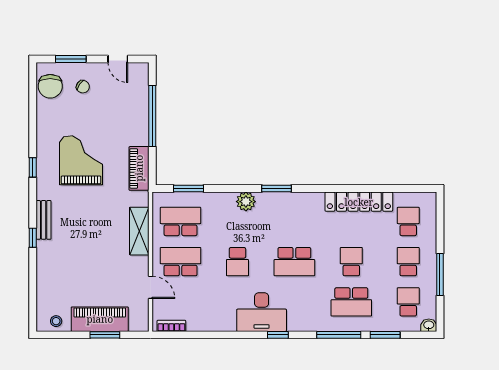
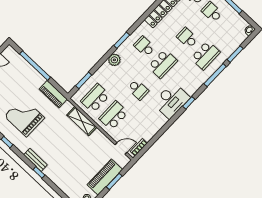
door: (151, 287) -> (121, 149), moved
school desk: (408, 302) -> (144, 46), moved

